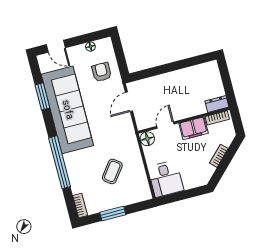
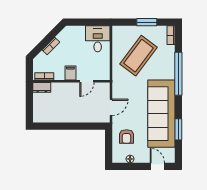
filing cabinet: (194, 128) -> (70, 73), width x0.50
floor lamp: (147, 139) -> (104, 74), removed
coffee table: (112, 171) -> (138, 56), width x1.86, depth x1.72

